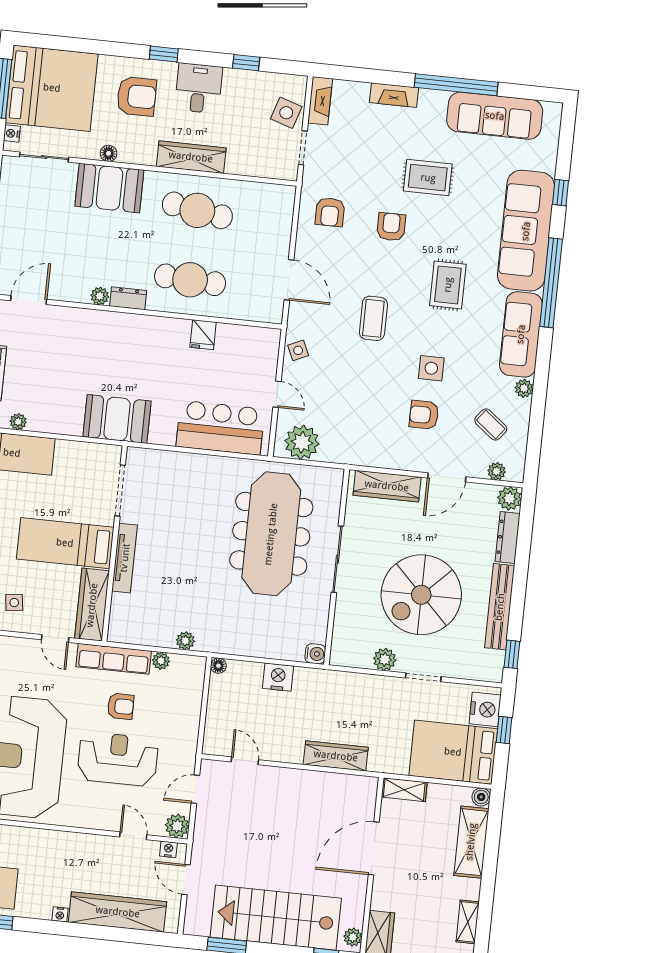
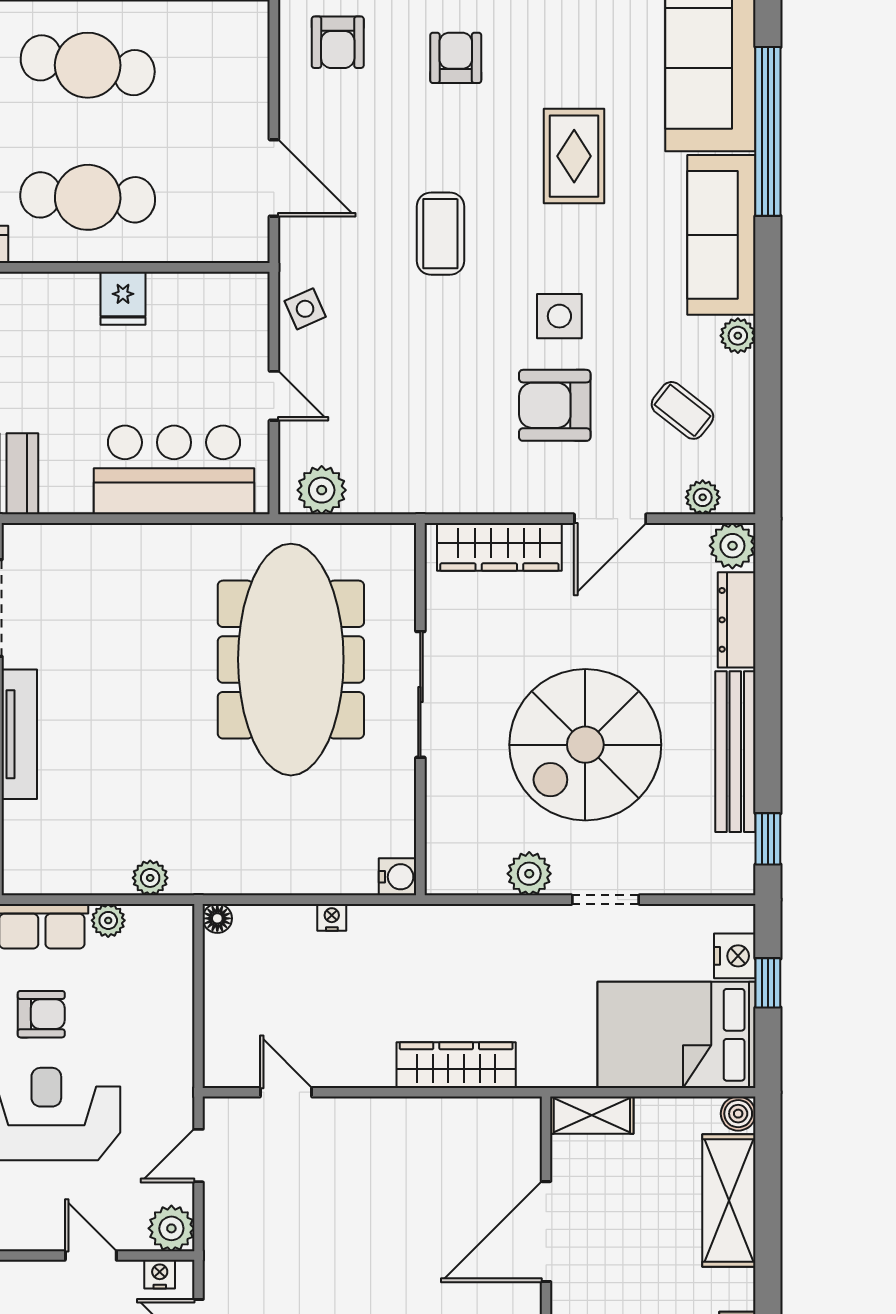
armchair: (424, 415) -> (555, 405), width x1.38, depth x1.38
plant: (302, 442) -> (322, 490), width x0.73, depth x0.73
nightstand: (278, 677) -> (332, 917), width x0.53, depth x0.56
nightstand: (485, 709) -> (735, 956), width x0.74, depth x0.75

